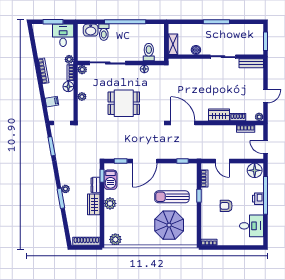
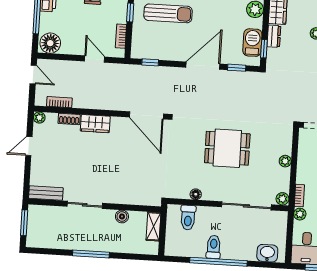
toilet: (104, 32) -> (214, 247), moved
floor lamp: (68, 87) -> (303, 176), removed

